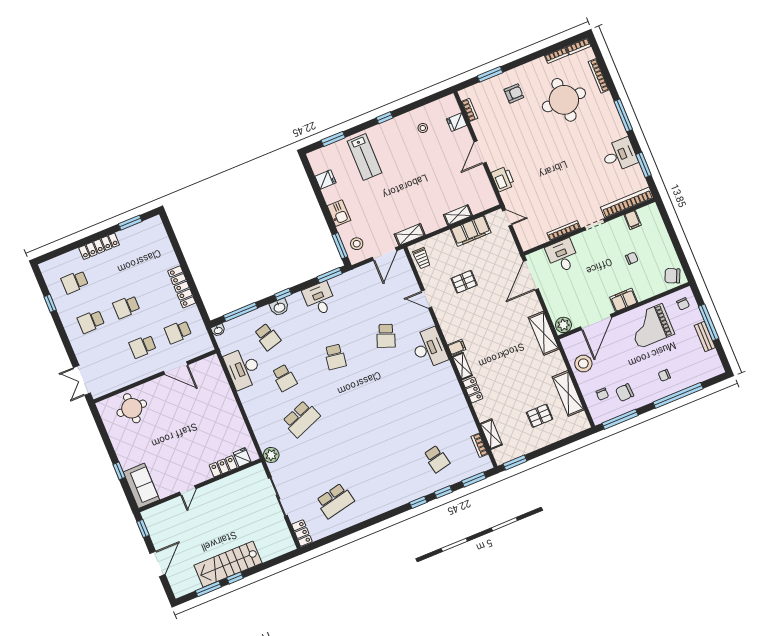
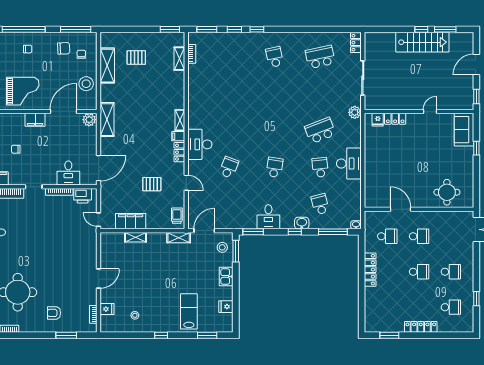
printer: (503, 179) -> (83, 196), moved, turned -90
desk: (243, 368) -> (349, 164), moved
locker: (473, 390) -> (179, 152), moved
school desk: (437, 459) -> (275, 57), moved

